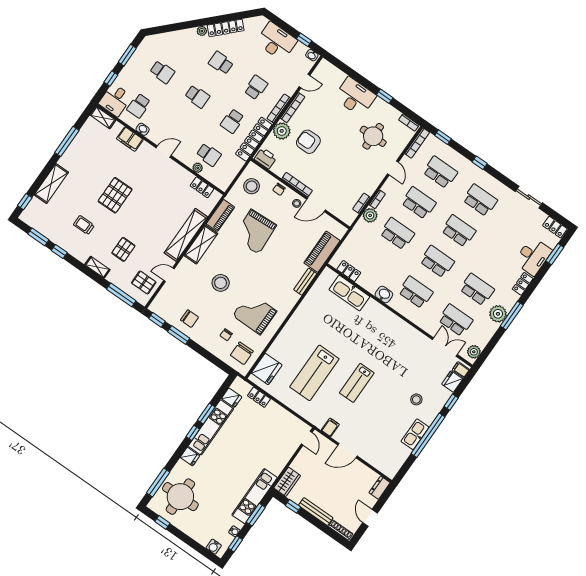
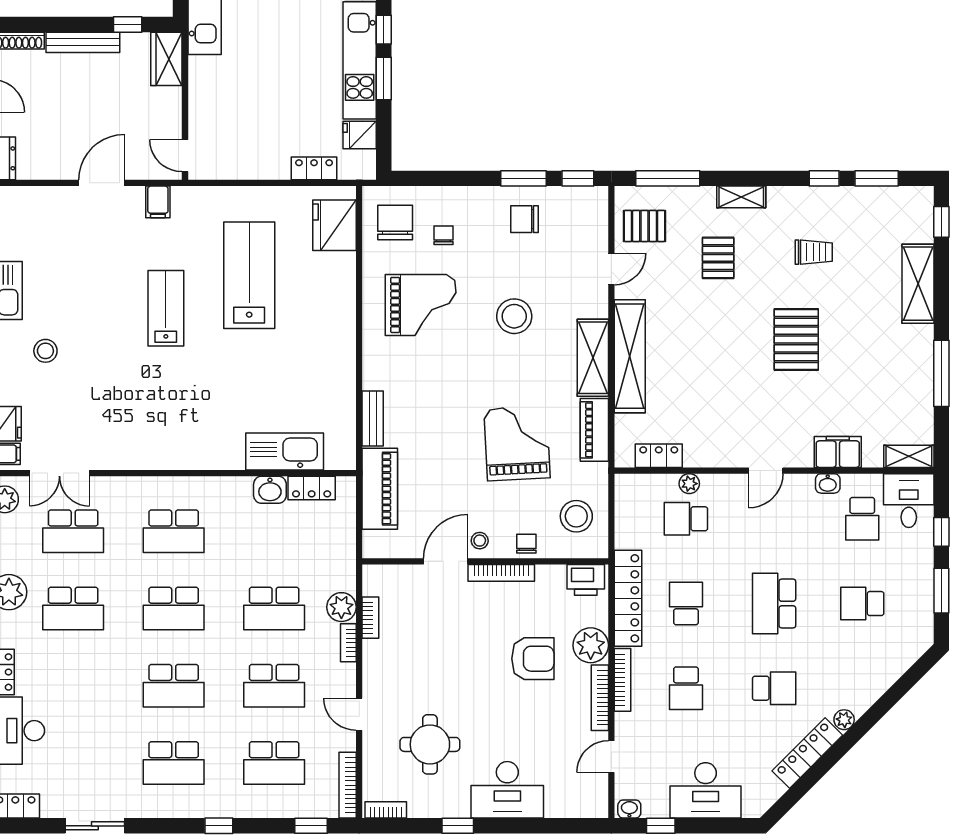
school desk: (197, 97) -> (774, 604), width x1.85
school desk: (139, 106) -> (862, 519), turned 180
washbasin: (384, 295) -> (270, 490), moved

